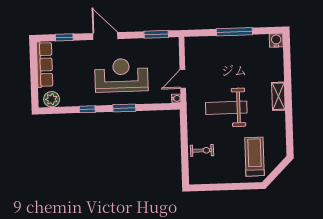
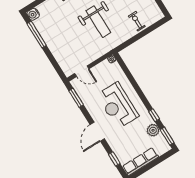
window: (234, 32) -> (37, 35), moved
door: (183, 79) -> (82, 71), moved
plant: (52, 99) -> (153, 130), moved
window: (124, 108) -> (167, 136), moved

